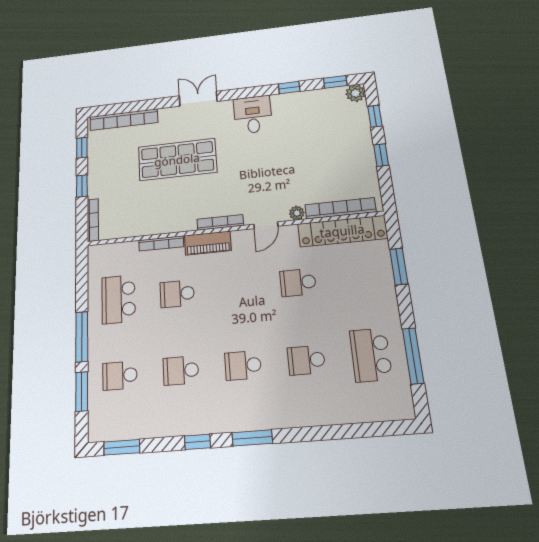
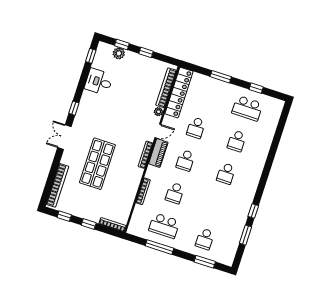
window: (289, 88) -> (74, 108), moved
plant: (355, 93) -> (119, 53), moved
desk: (253, 115) -> (99, 82), moved
door: (266, 225) -> (158, 131), hinge flipped
piano: (208, 243) -> (158, 153), moved
window: (399, 266) -> (221, 77), moved
window: (82, 337) -> (159, 247), moved
window: (413, 356) -> (256, 88), width x0.46
school desk: (181, 371) -> (185, 160), moved
window: (252, 438) -> (262, 183), removed
window: (122, 447) -> (245, 235), moved

